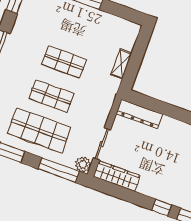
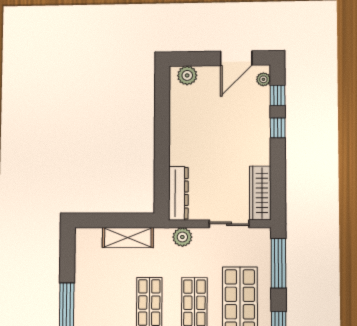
shelving: (121, 64) -> (128, 238), width x1.50, depth x1.33
plant: (83, 164) -> (182, 237), moved

